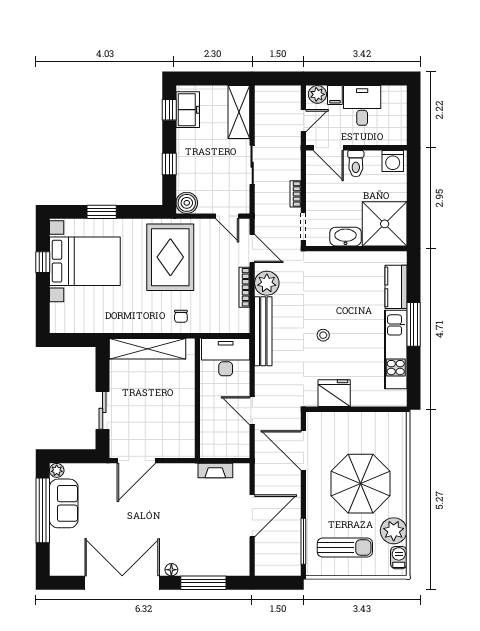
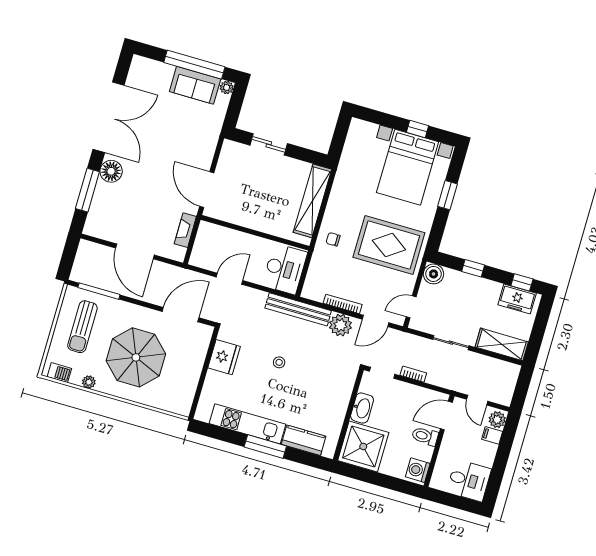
desk: (362, 105) -> (469, 480), moved
door: (136, 461) -> (207, 190), moved
plant: (394, 531) -> (89, 382), width x0.53, depth x0.53
floor lamp: (171, 570) -> (111, 171), width x1.89, depth x1.89

